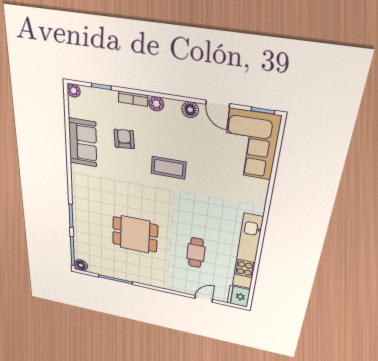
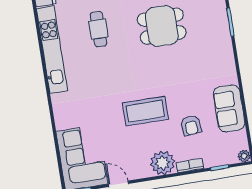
plant: (156, 104) -> (163, 163), width x1.87, depth x1.87
floor lamp: (190, 110) -> (140, 172), removed
coffee table: (168, 168) -> (145, 111), width x1.36, depth x1.32

